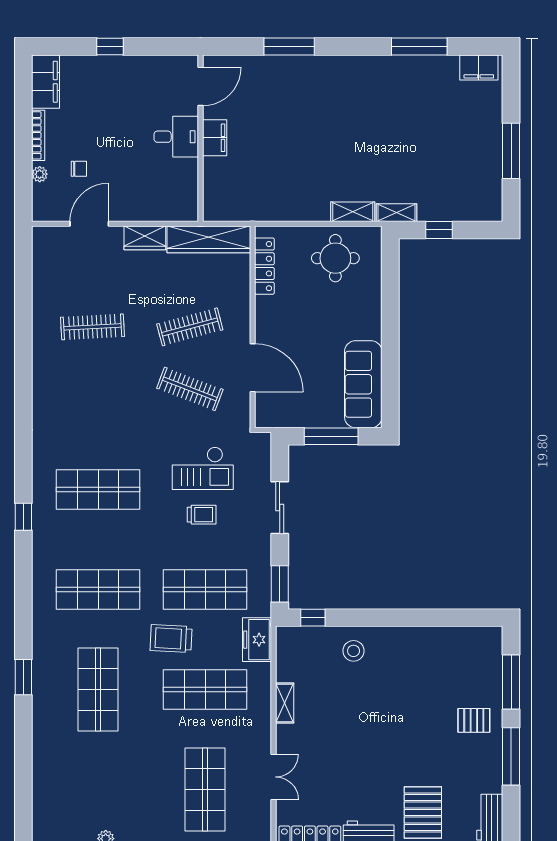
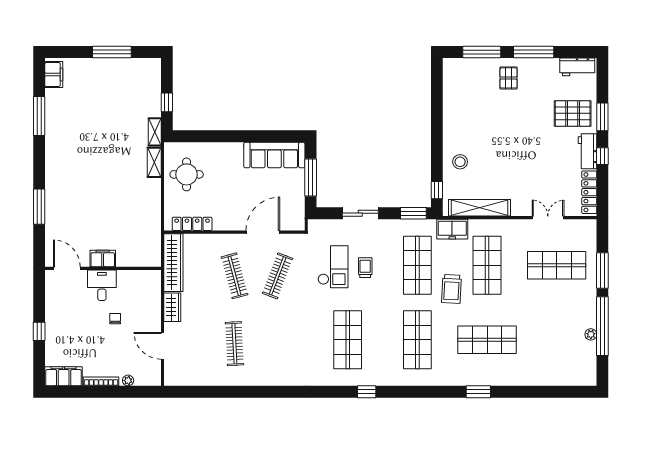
chair: (79, 169) -> (115, 319), moved
shelving: (285, 703) -> (480, 208), width x2.20, depth x1.33

